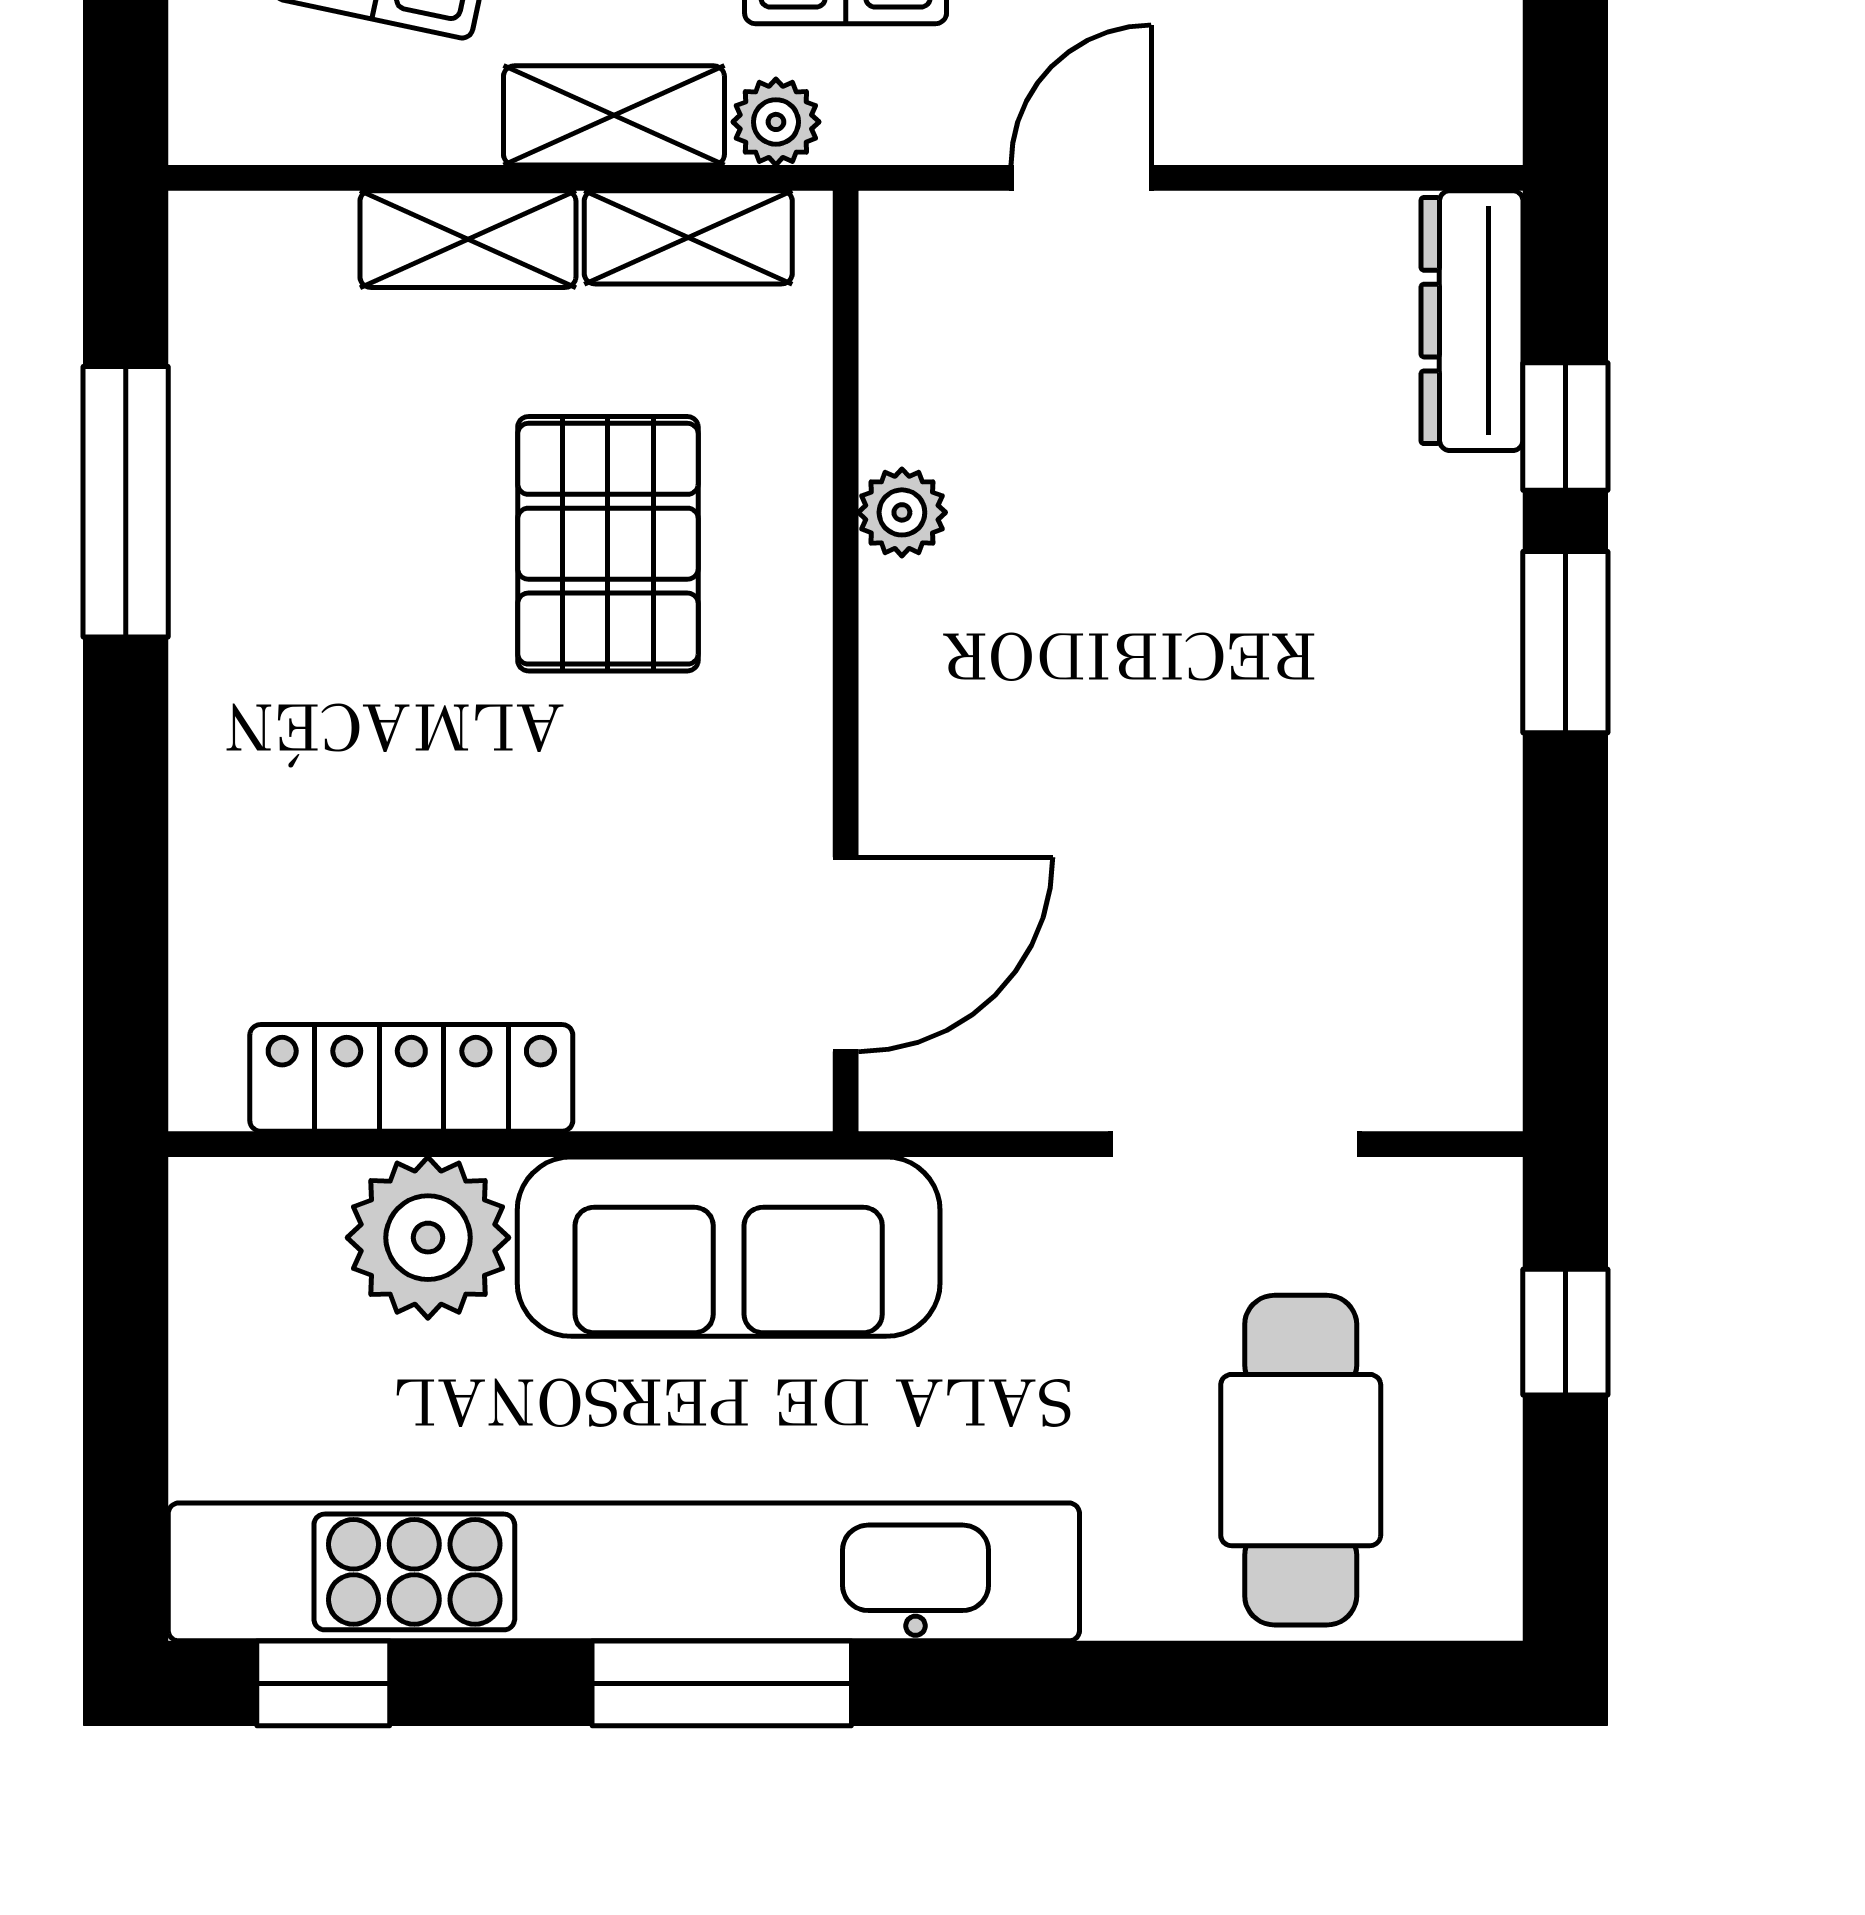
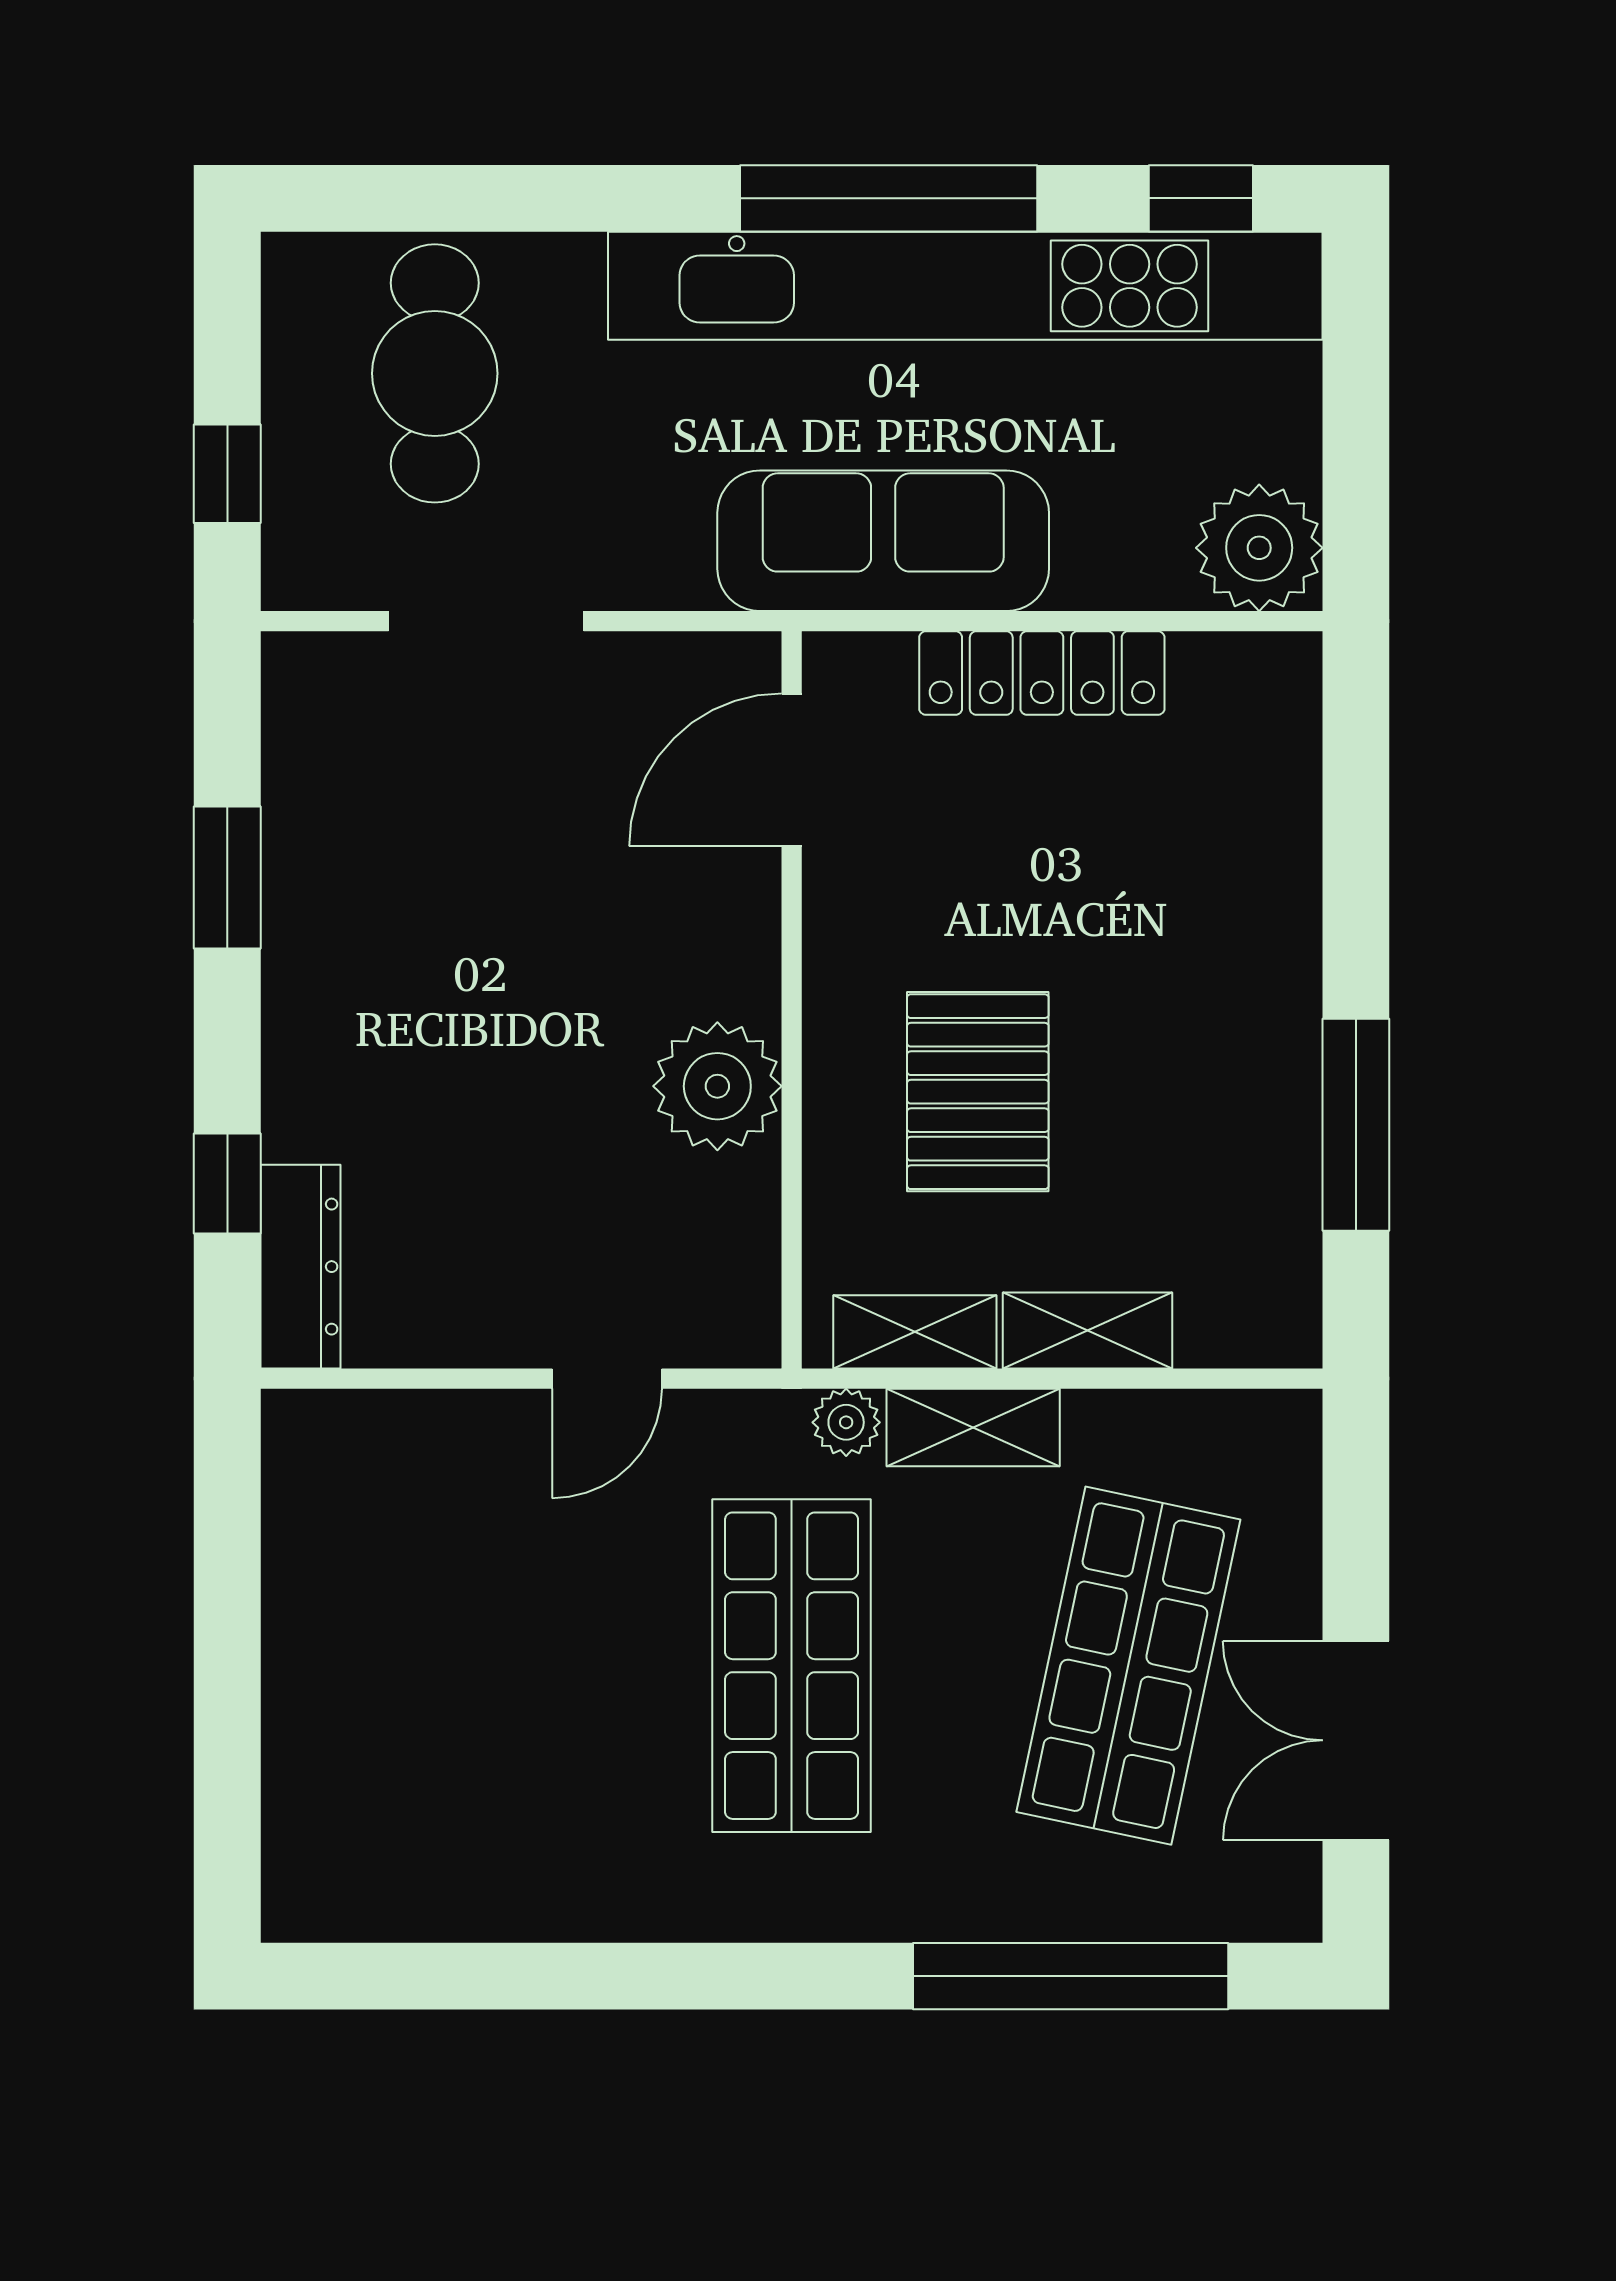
plant: (902, 512) -> (717, 1086), width x1.88, depth x1.88
window: (1565, 642) -> (227, 878), moved
locker: (411, 1078) -> (1042, 673), moved
plant: (428, 1238) -> (1259, 548), moved
window: (722, 1683) -> (889, 198), width x1.46

